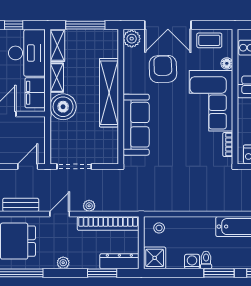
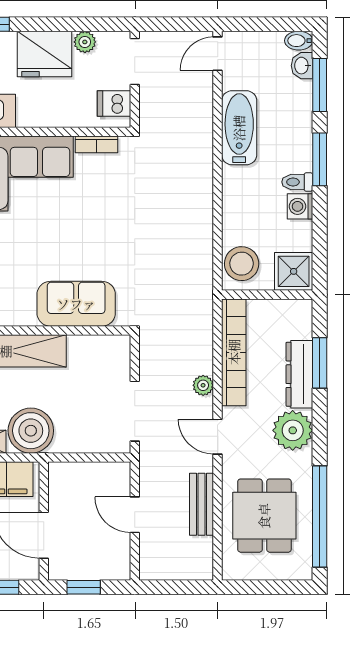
sofa: (136, 125) -> (76, 304), width x0.73
door: (28, 166) -> (135, 515), moved
stool: (159, 228) -> (242, 264), width x1.89, depth x1.89
dresser: (119, 261) -> (299, 374), moved
plant: (63, 263) -> (293, 430), width x1.87, depth x1.87

